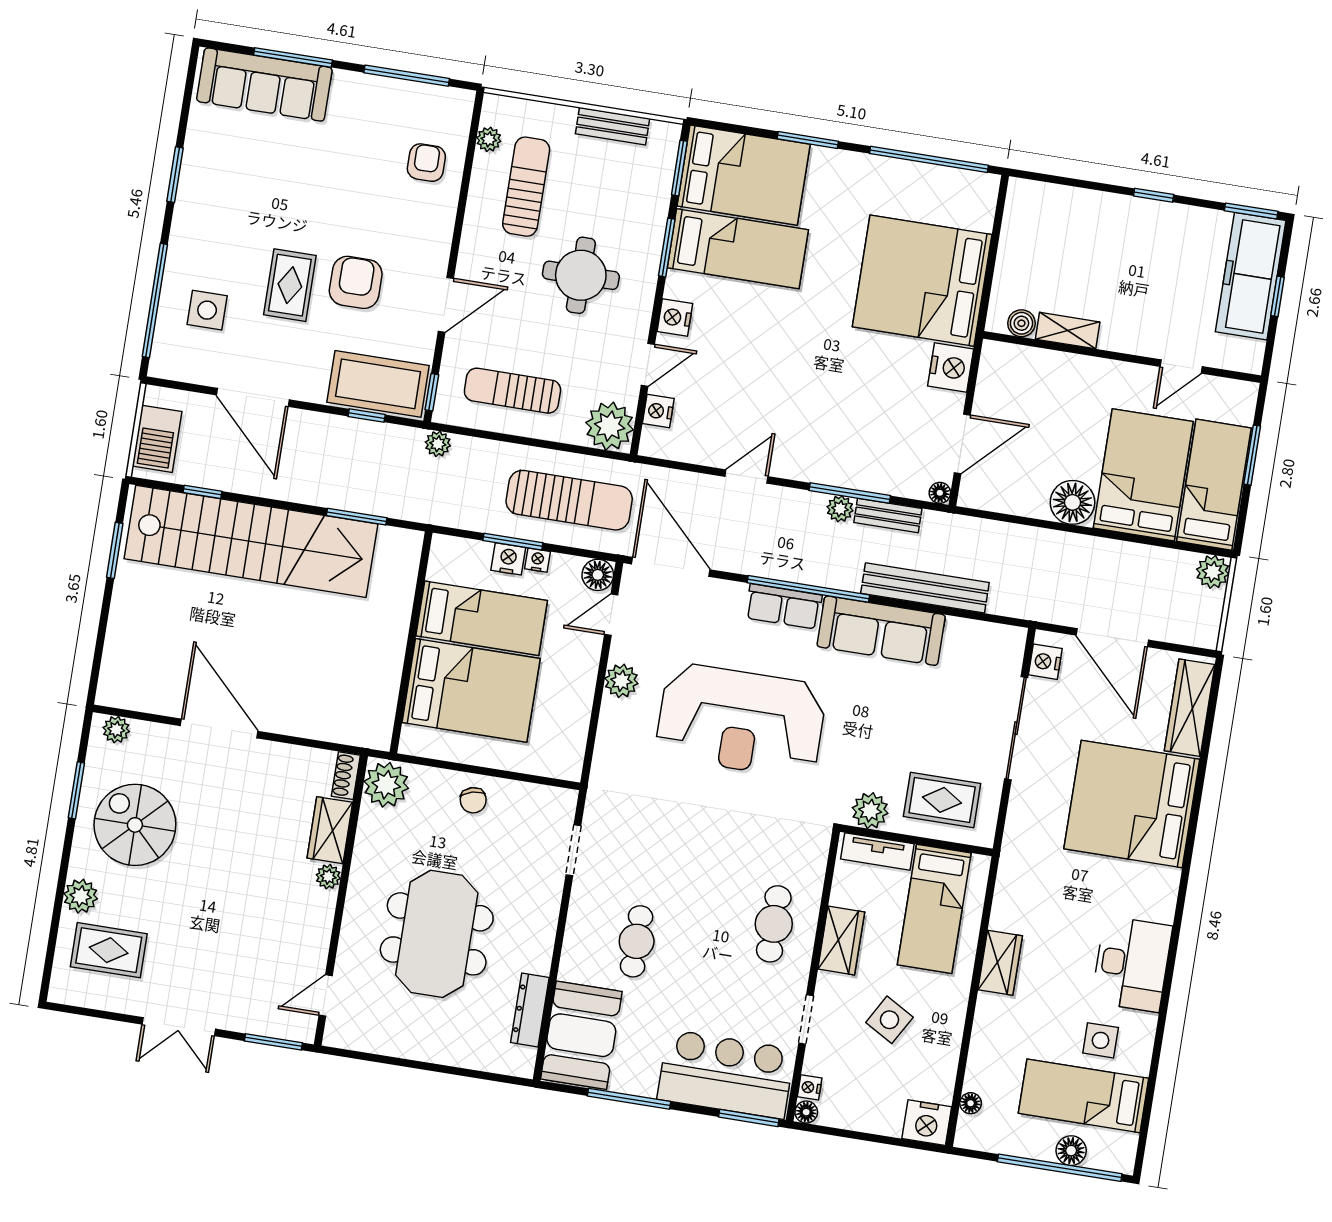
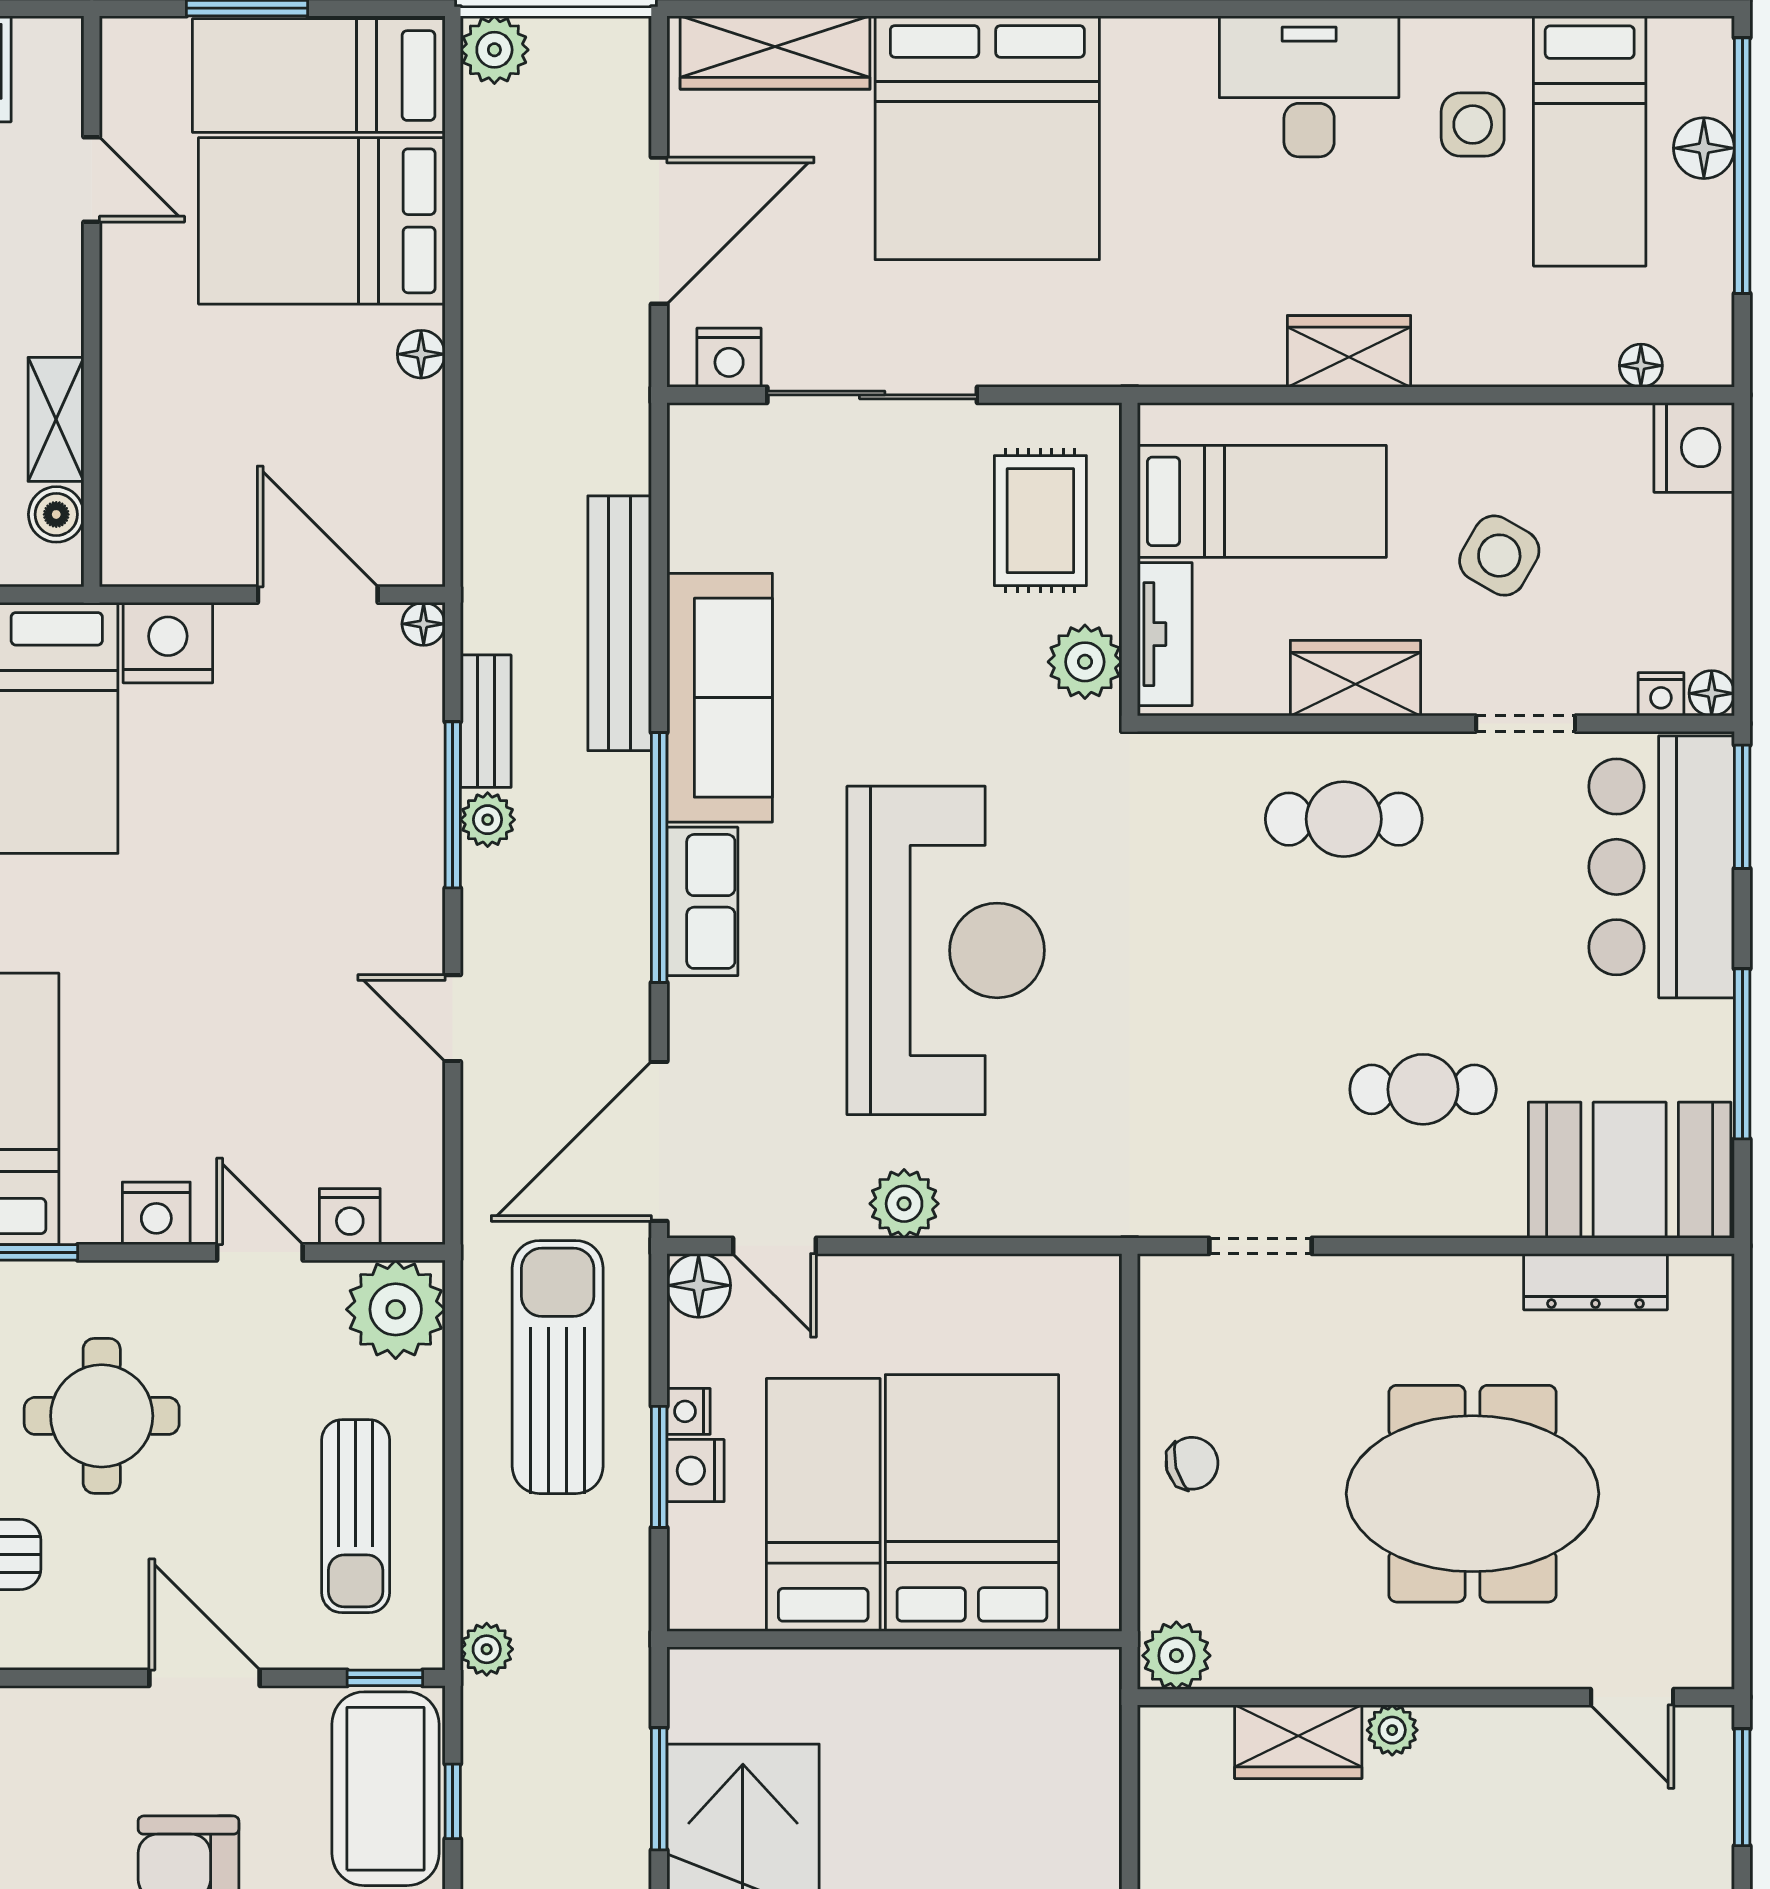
floor lamp: (1072, 502) -> (421, 354), width x0.53, depth x0.53
shoe rack: (346, 776) -> (1183, 1727), removed
plant: (386, 785) -> (1176, 1656), width x0.73, depth x0.73

